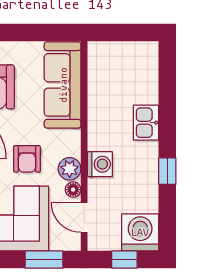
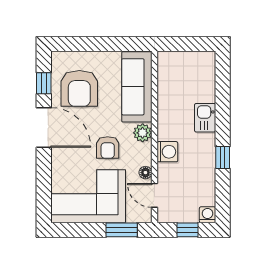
plant: (70, 169) -> (143, 133), moved
washing machine: (140, 232) -> (208, 215), width x0.53, depth x0.53

